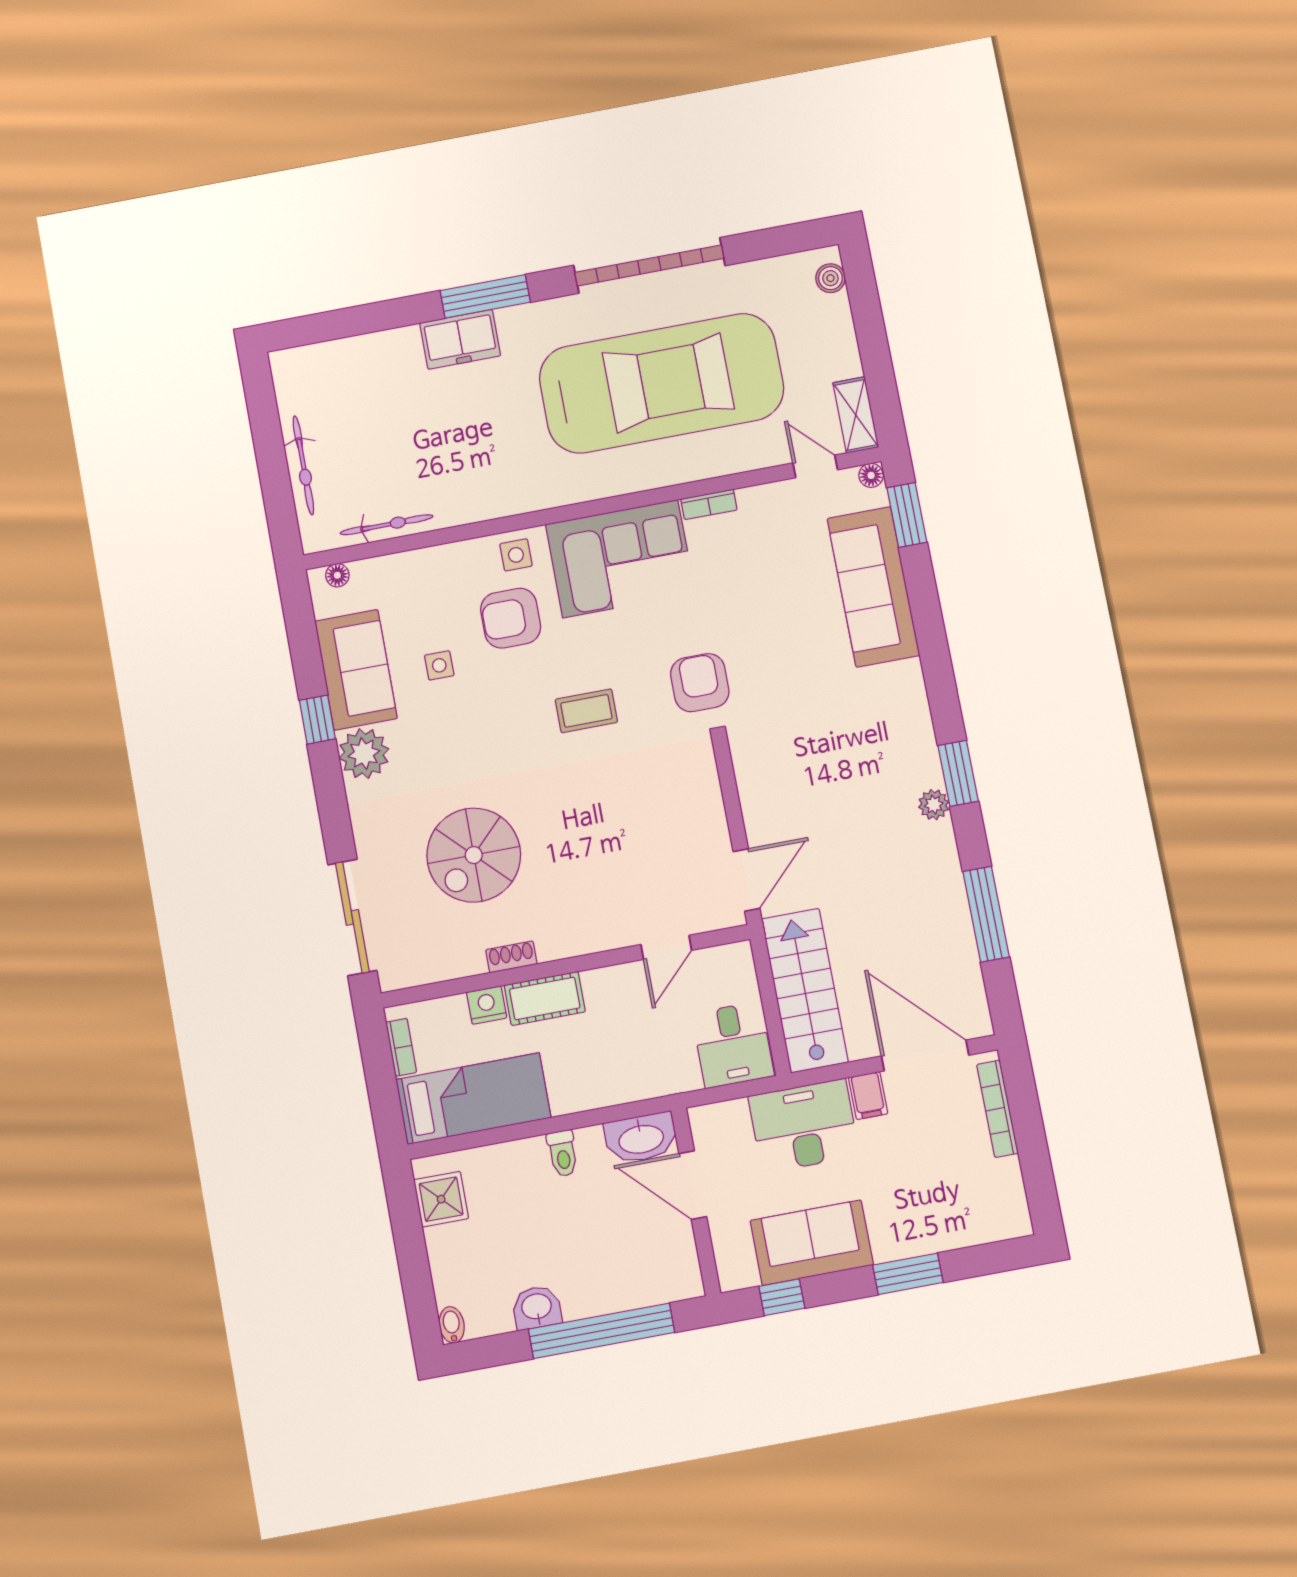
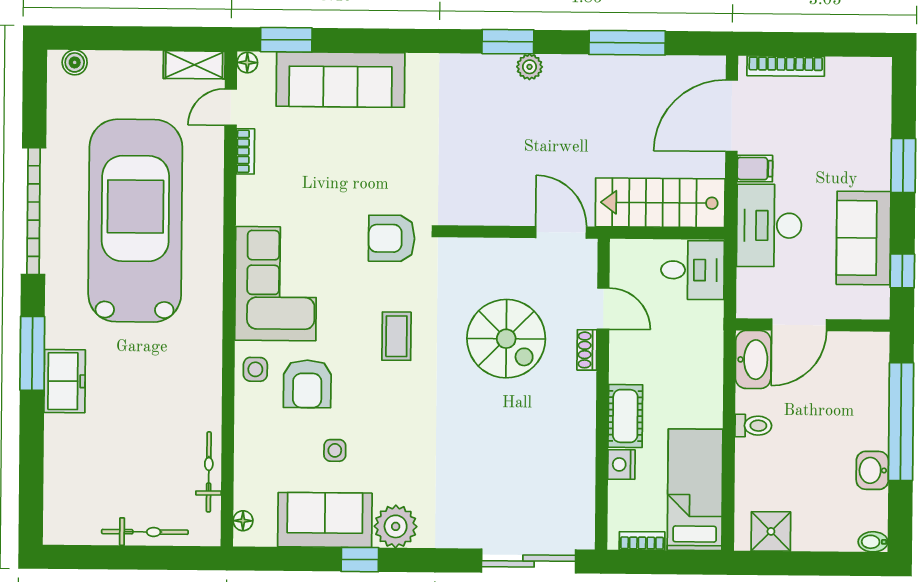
bookcase: (709, 504) -> (245, 151), moved
spiral stairs: (474, 855) -> (506, 339), moved
shoe rack: (511, 957) -> (587, 350), moved

